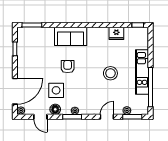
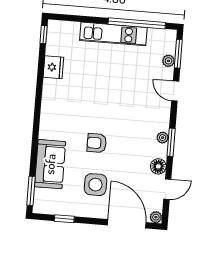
sofa: (71, 36) -> (50, 164), moved
stool: (110, 73) -> (112, 81), removed
side table: (56, 90) -> (95, 185), moved

